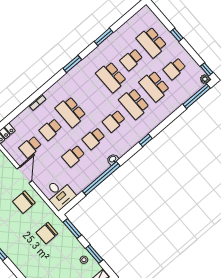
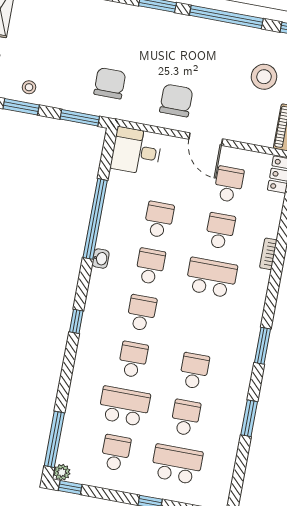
school desk: (111, 77) -> (194, 371), width x0.54
school desk: (134, 104) -> (133, 360), width x0.54

